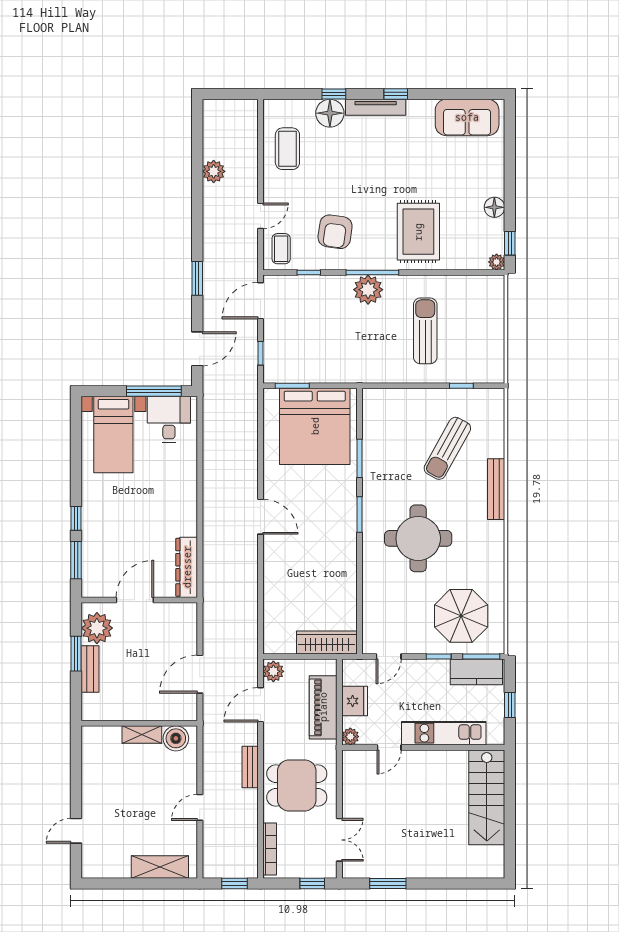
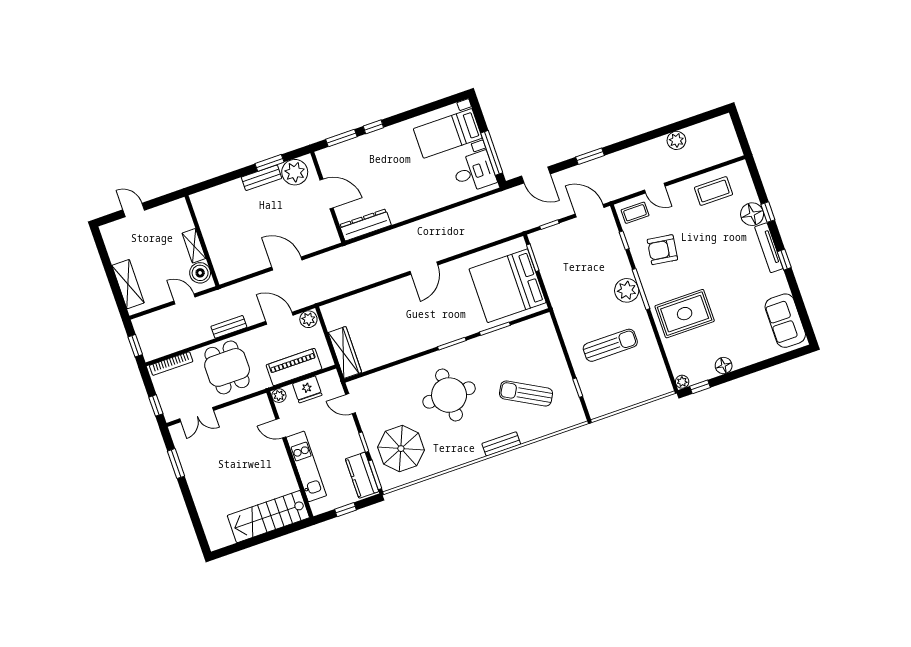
bench: (496, 489) -> (501, 444), width x0.73
wall: (139, 723) -> (202, 241), moved
shelving: (142, 735) -> (194, 246), moved
boiler: (176, 738) -> (200, 273), moved

